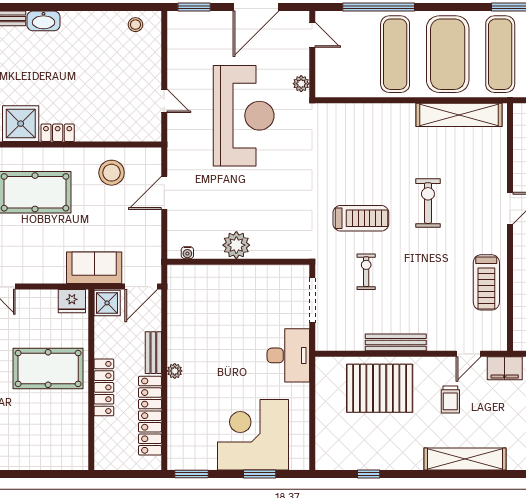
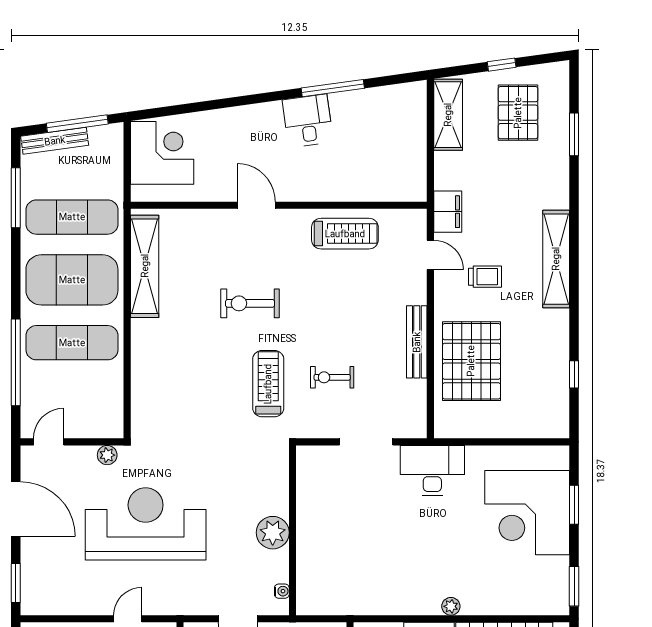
plant: (236, 245) -> (273, 533), moved
water cooler: (187, 253) -> (282, 591), moved
wall: (238, 262) -> (293, 530), moved

